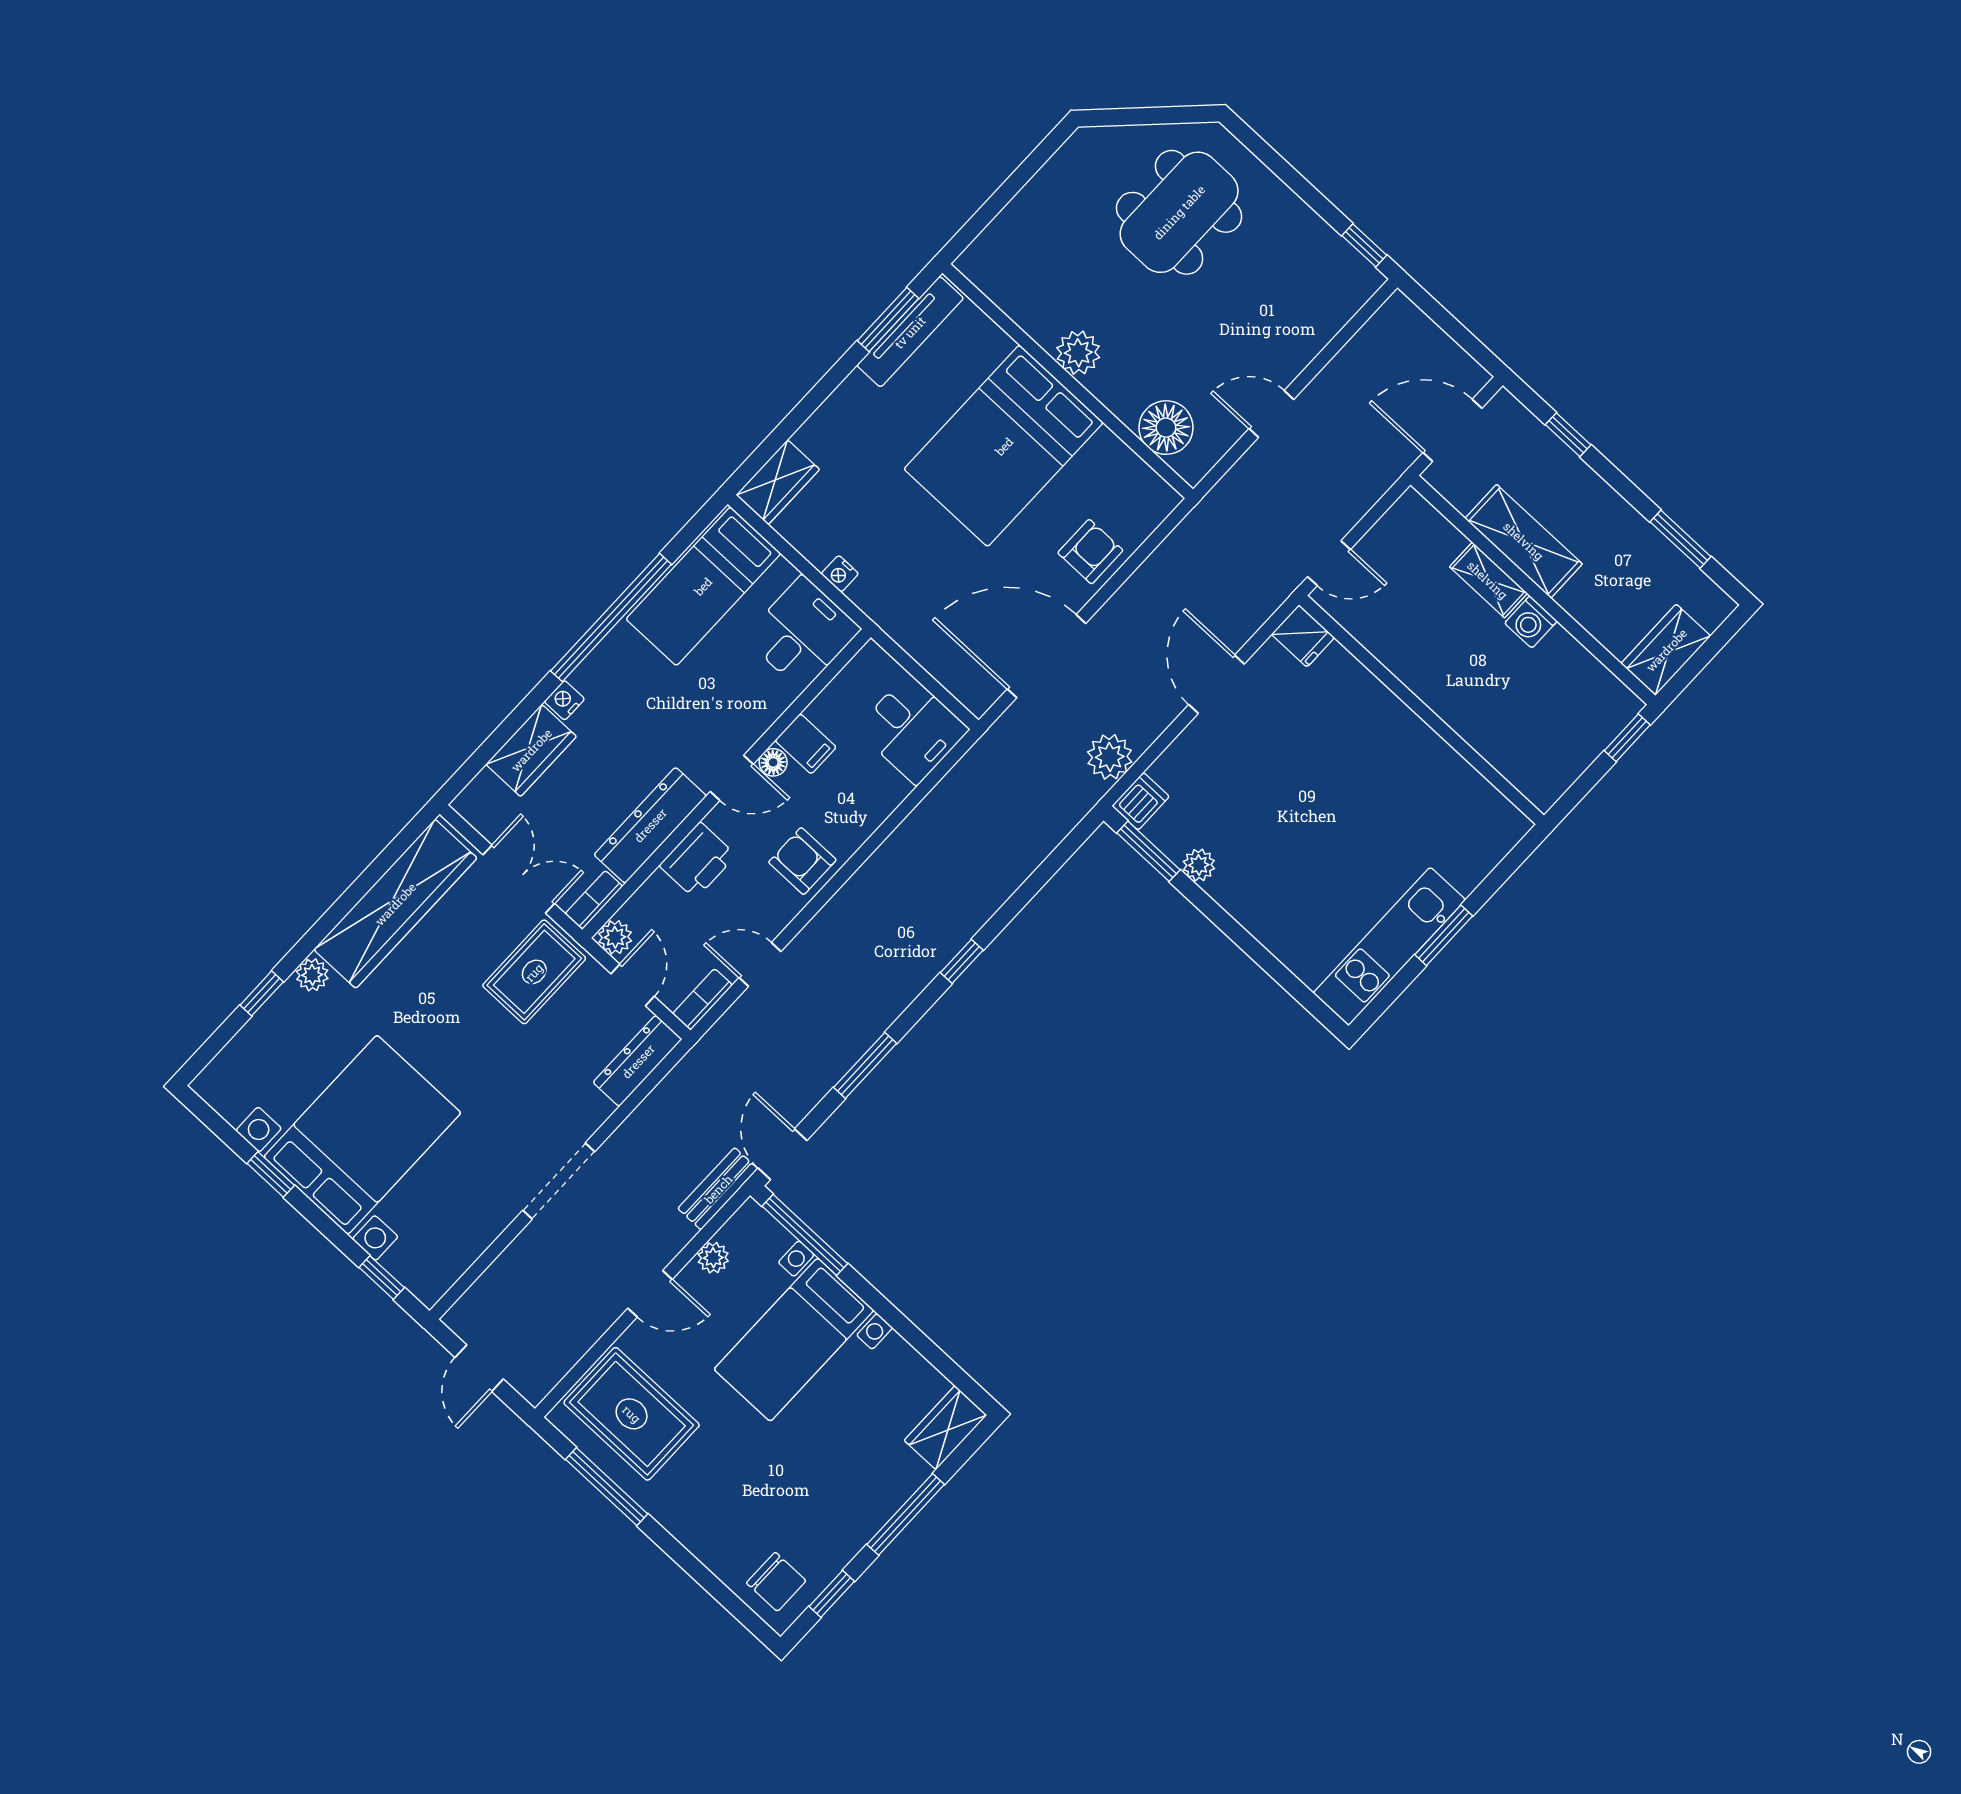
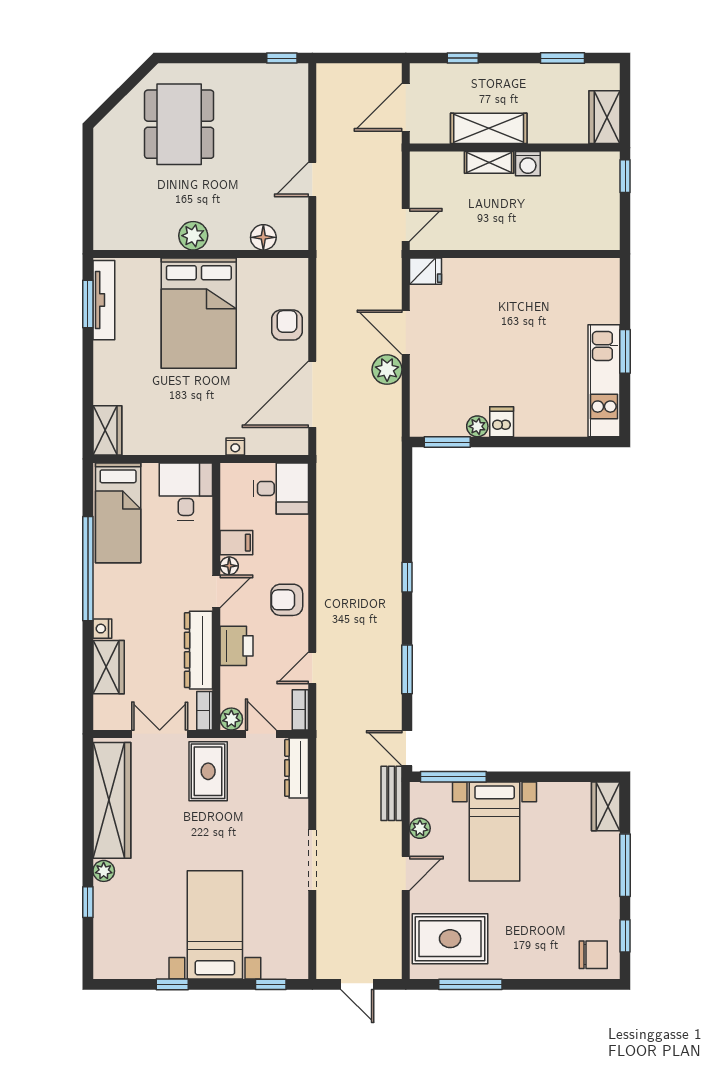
floor lamp: (1166, 428) -> (263, 237), width x0.73, depth x0.73
nightstand: (840, 574) -> (235, 446), moved
plant: (1110, 757) -> (387, 370), moved
dishwasher: (1141, 801) -> (502, 422), moved
bed with nightstands: (362, 1135) -> (215, 925), width x0.73

